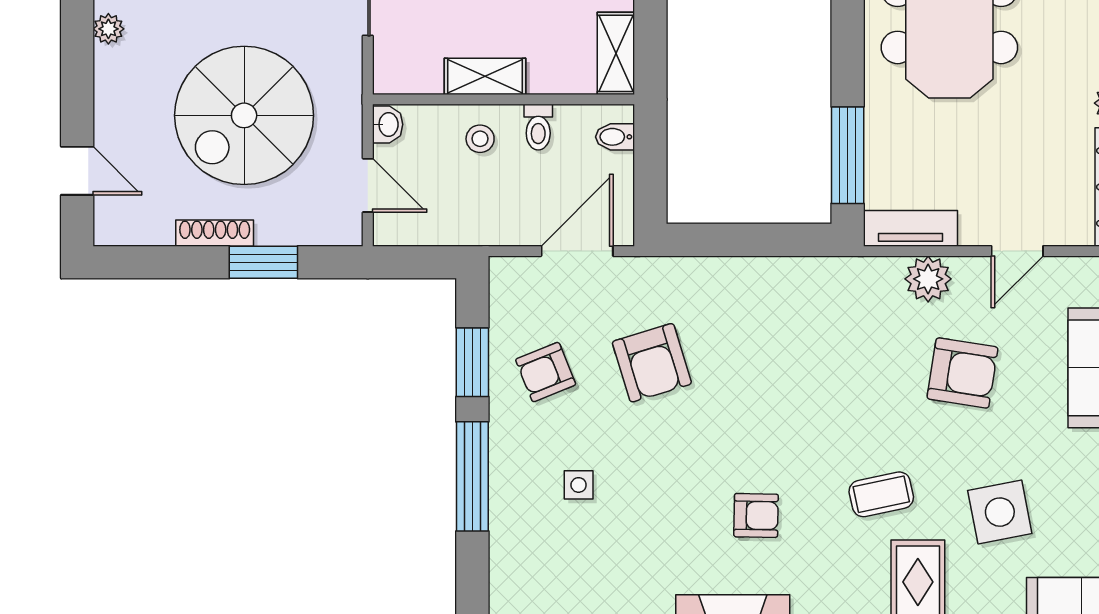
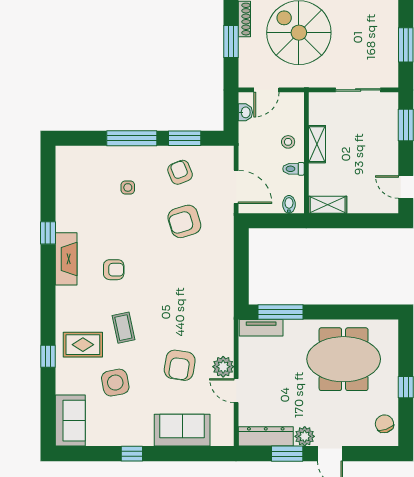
washbasin: (388, 124) -> (245, 112), moved, turned -90
tv unit: (910, 228) -> (261, 328), moved, turned 90
plant: (928, 279) -> (223, 367), moved
armchair: (756, 515) -> (114, 270), turned -91

